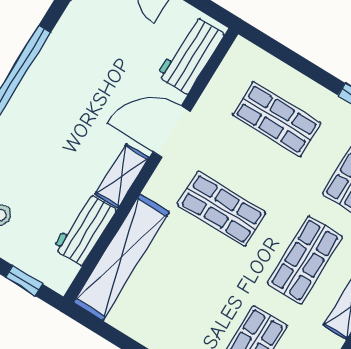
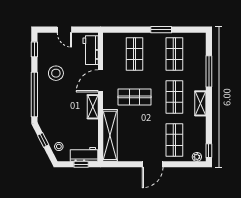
stool: (88, 58) -> (56, 73), added
shop shelf: (277, 119) -> (134, 54), turned 90
workbench: (85, 229) -> (84, 154), moved, turned 90

